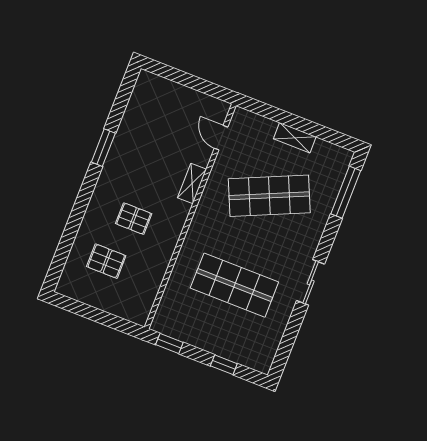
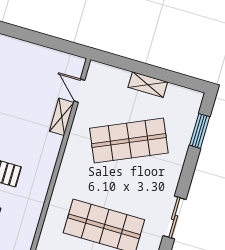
shelving: (192, 183) -> (62, 117), moved
window: (346, 192) -> (200, 131), width x0.69

